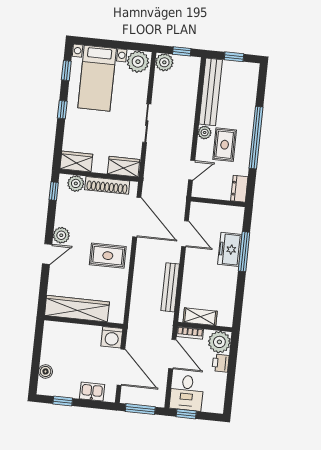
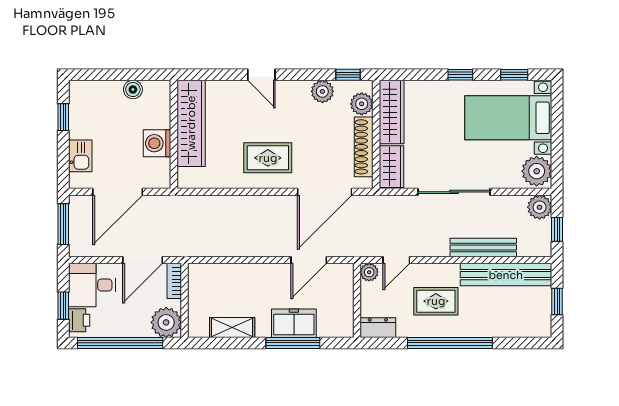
sliding door: (147, 123) -> (454, 192), width x1.37
plant: (205, 132) -> (369, 272), moved
wardrobe: (76, 162) -> (392, 112), width x1.50
door: (192, 170) -> (396, 260), hinge flipped
plant: (61, 235) -> (322, 91), moved
rug: (108, 256) -> (268, 158), turned 90
bench: (170, 287) -> (483, 248), moved
shelving: (200, 317) -> (232, 328), moved, turned 90
washing machine: (112, 337) -> (157, 143), moved
printer: (221, 363) -> (79, 320), moved, turned 90
boiler: (46, 371) -> (133, 89), moved
window: (231, 377) -> (120, 343), added
window: (186, 414) -> (63, 306), moved

